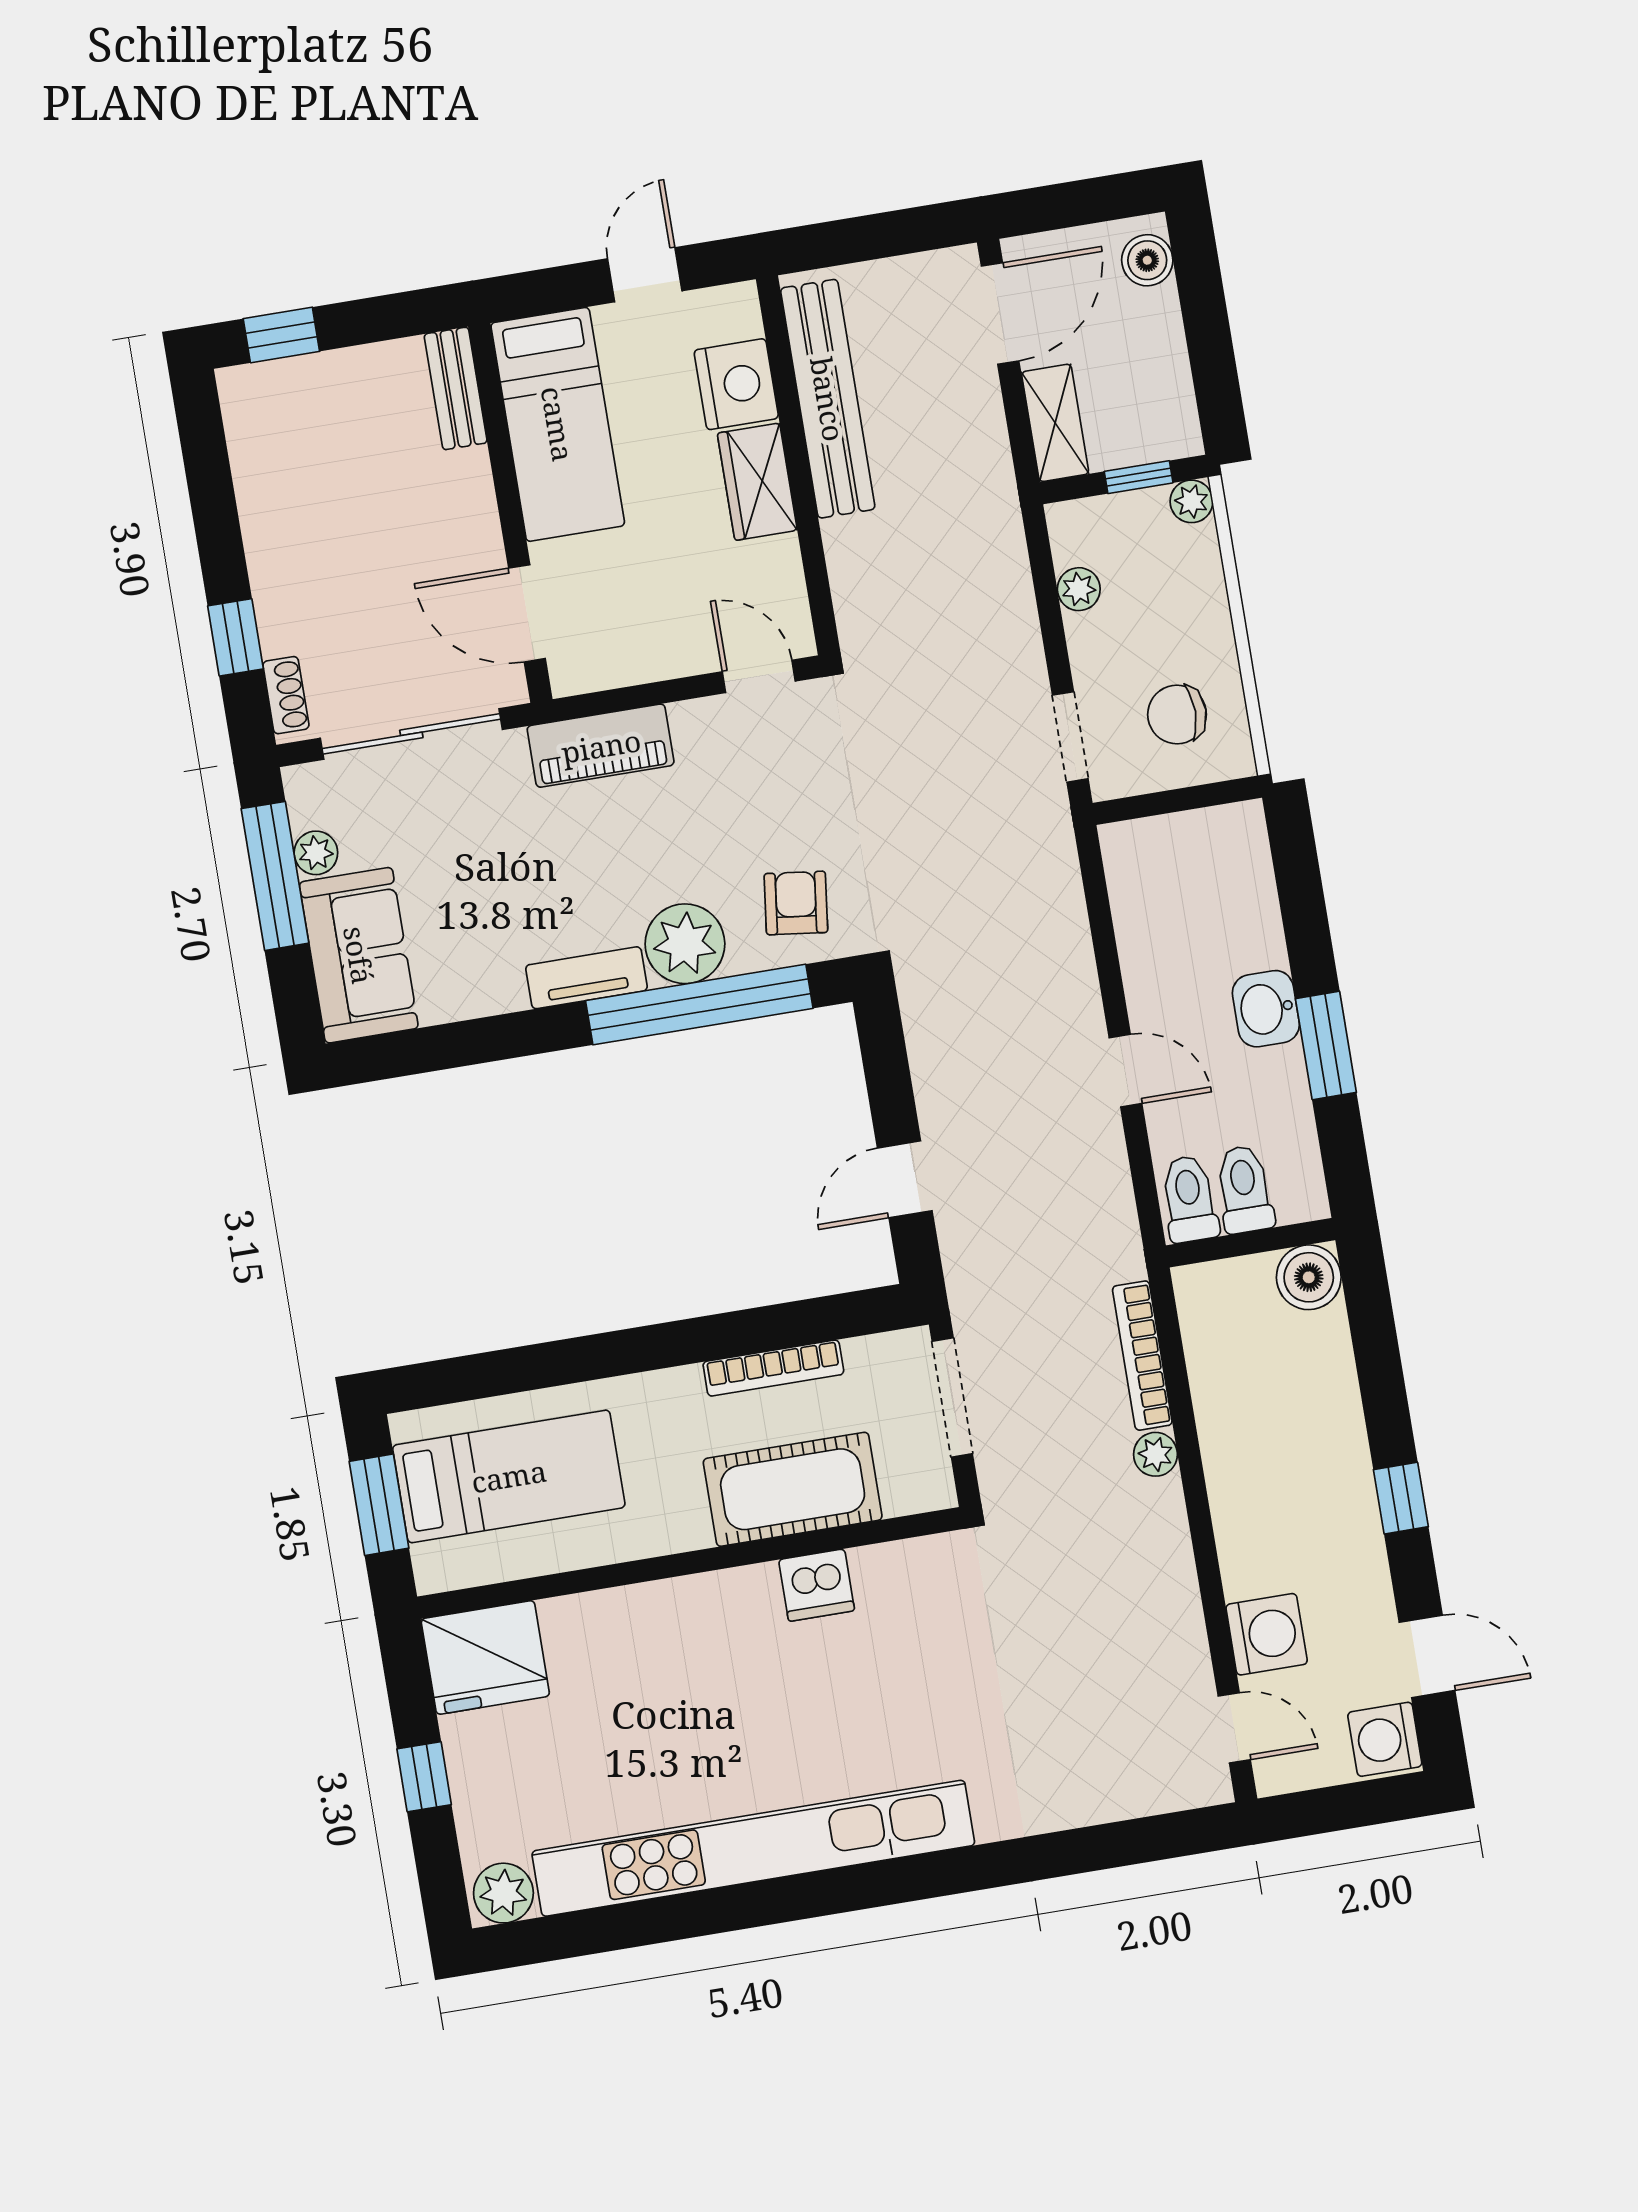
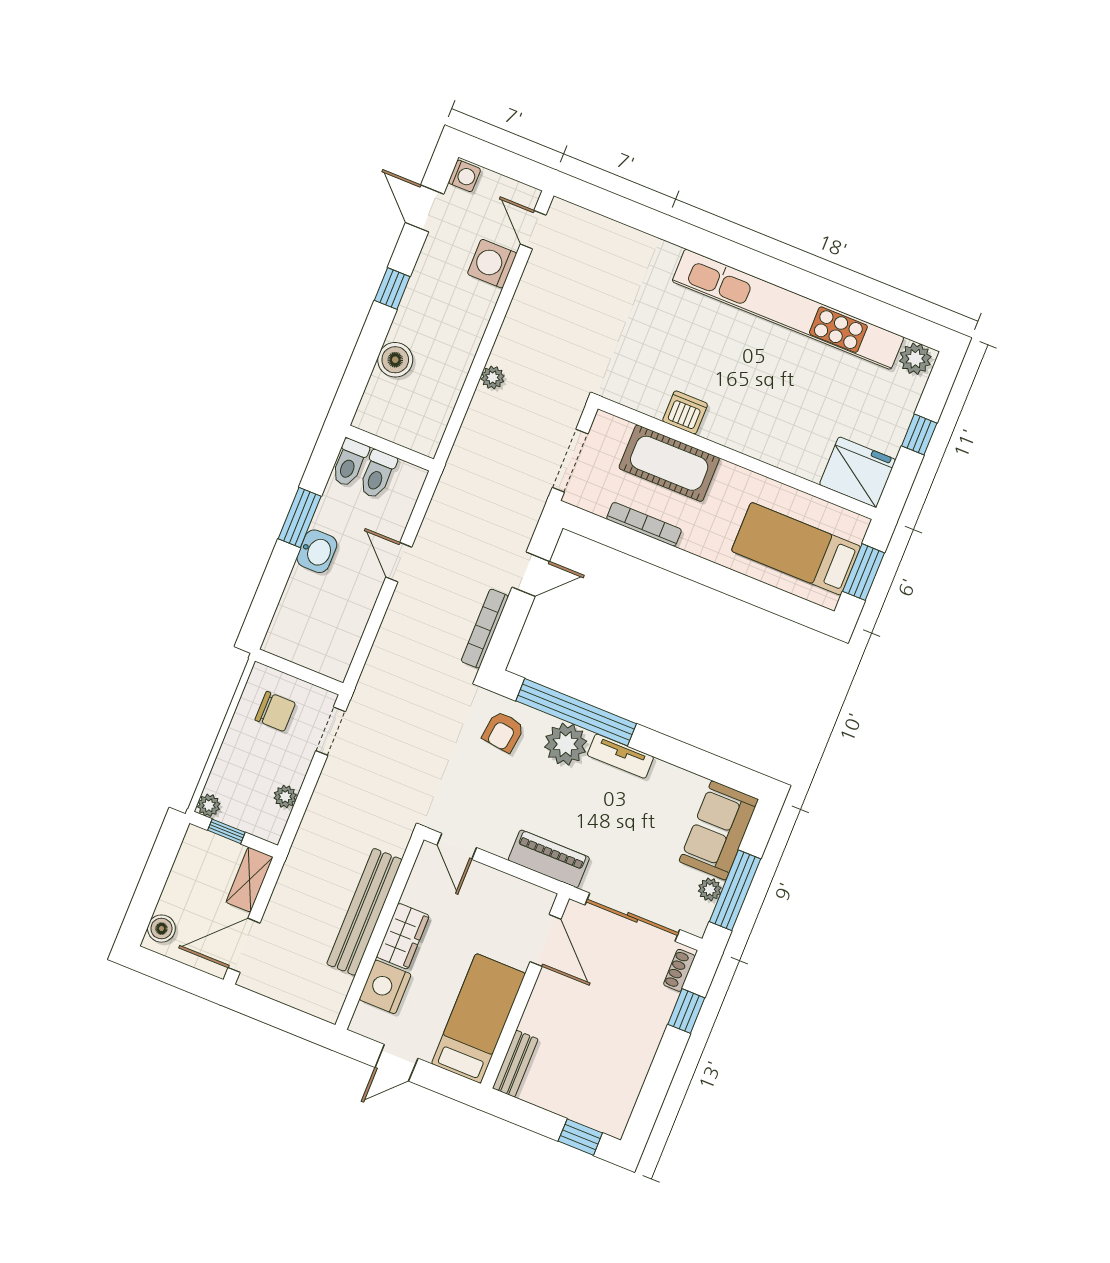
bench: (828, 399) -> (364, 912), moved
toilet: (1189, 1199) -> (350, 463), moved
boiler: (1309, 1277) -> (395, 360), moved
bookcase: (1142, 1356) -> (485, 629), moved, turned 180
washing machine: (1385, 1739) -> (465, 176), width x0.73, depth x0.73

